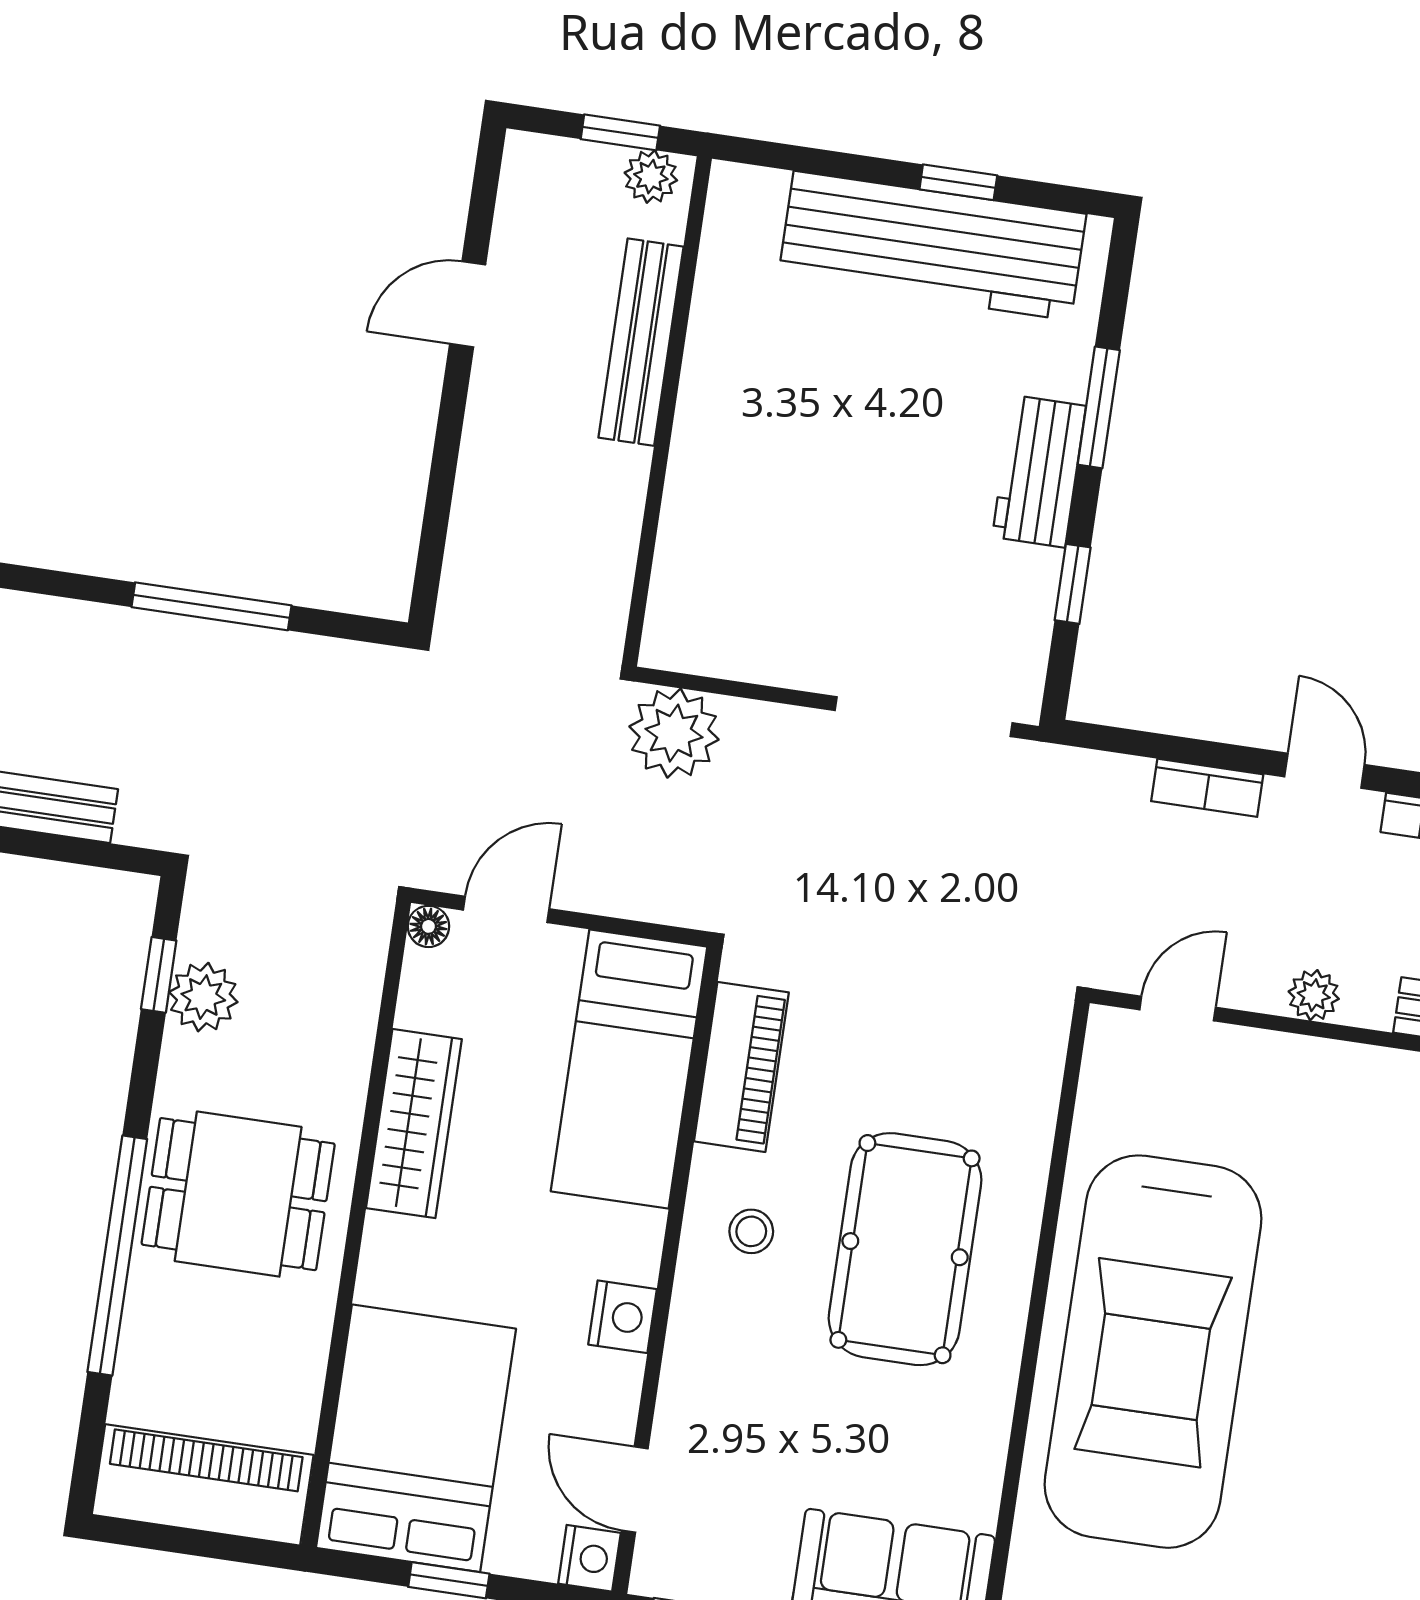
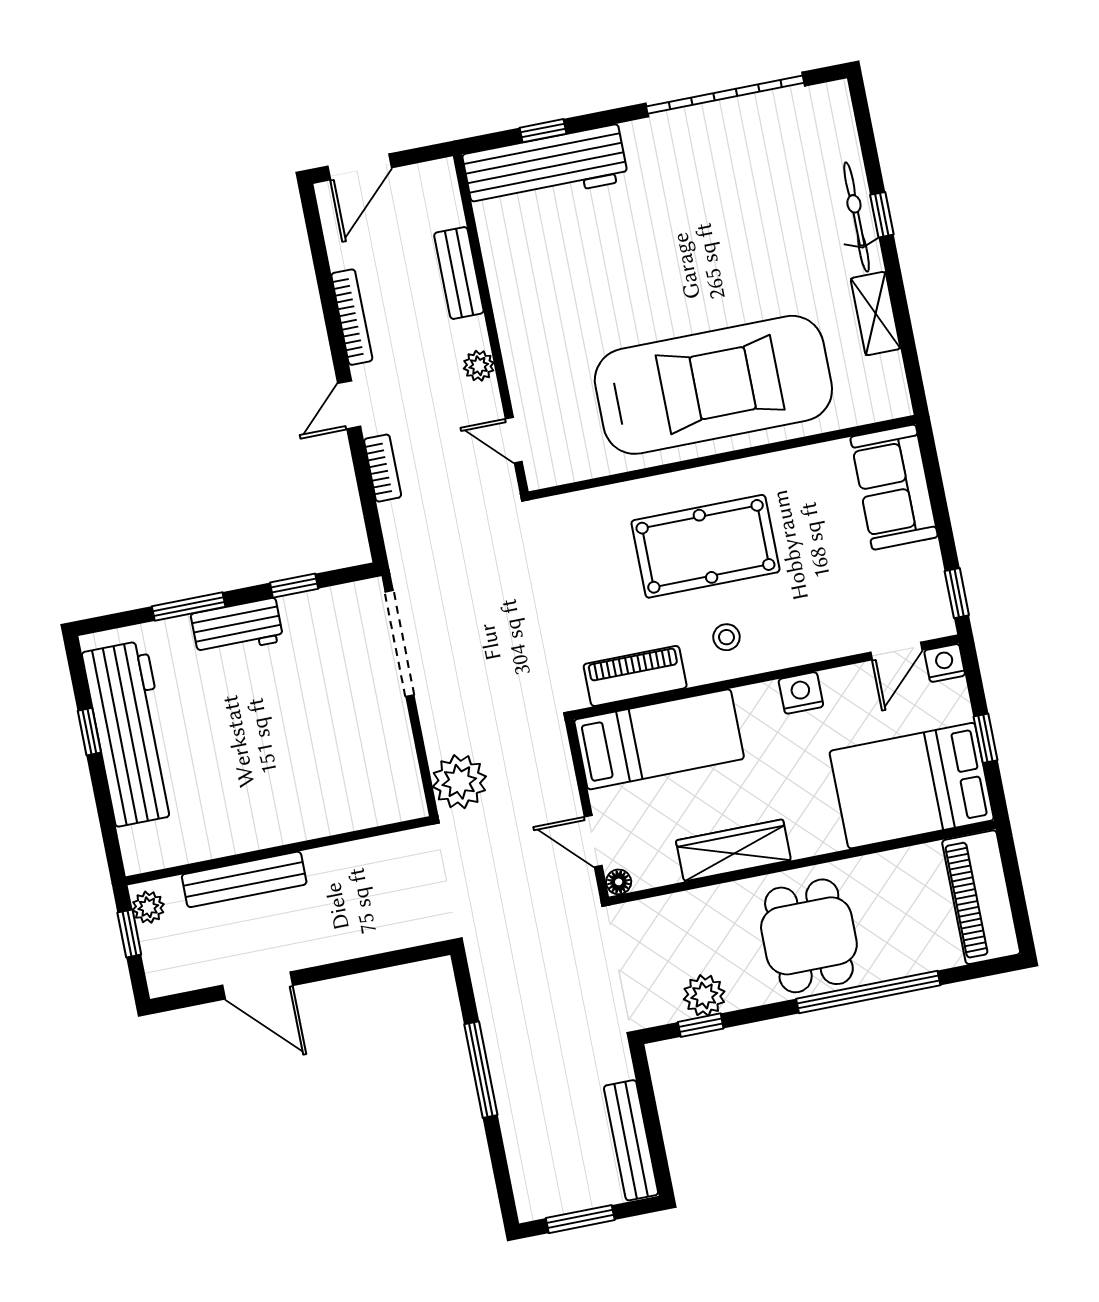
door: (468, 304) -> (258, 985), width x1.38

